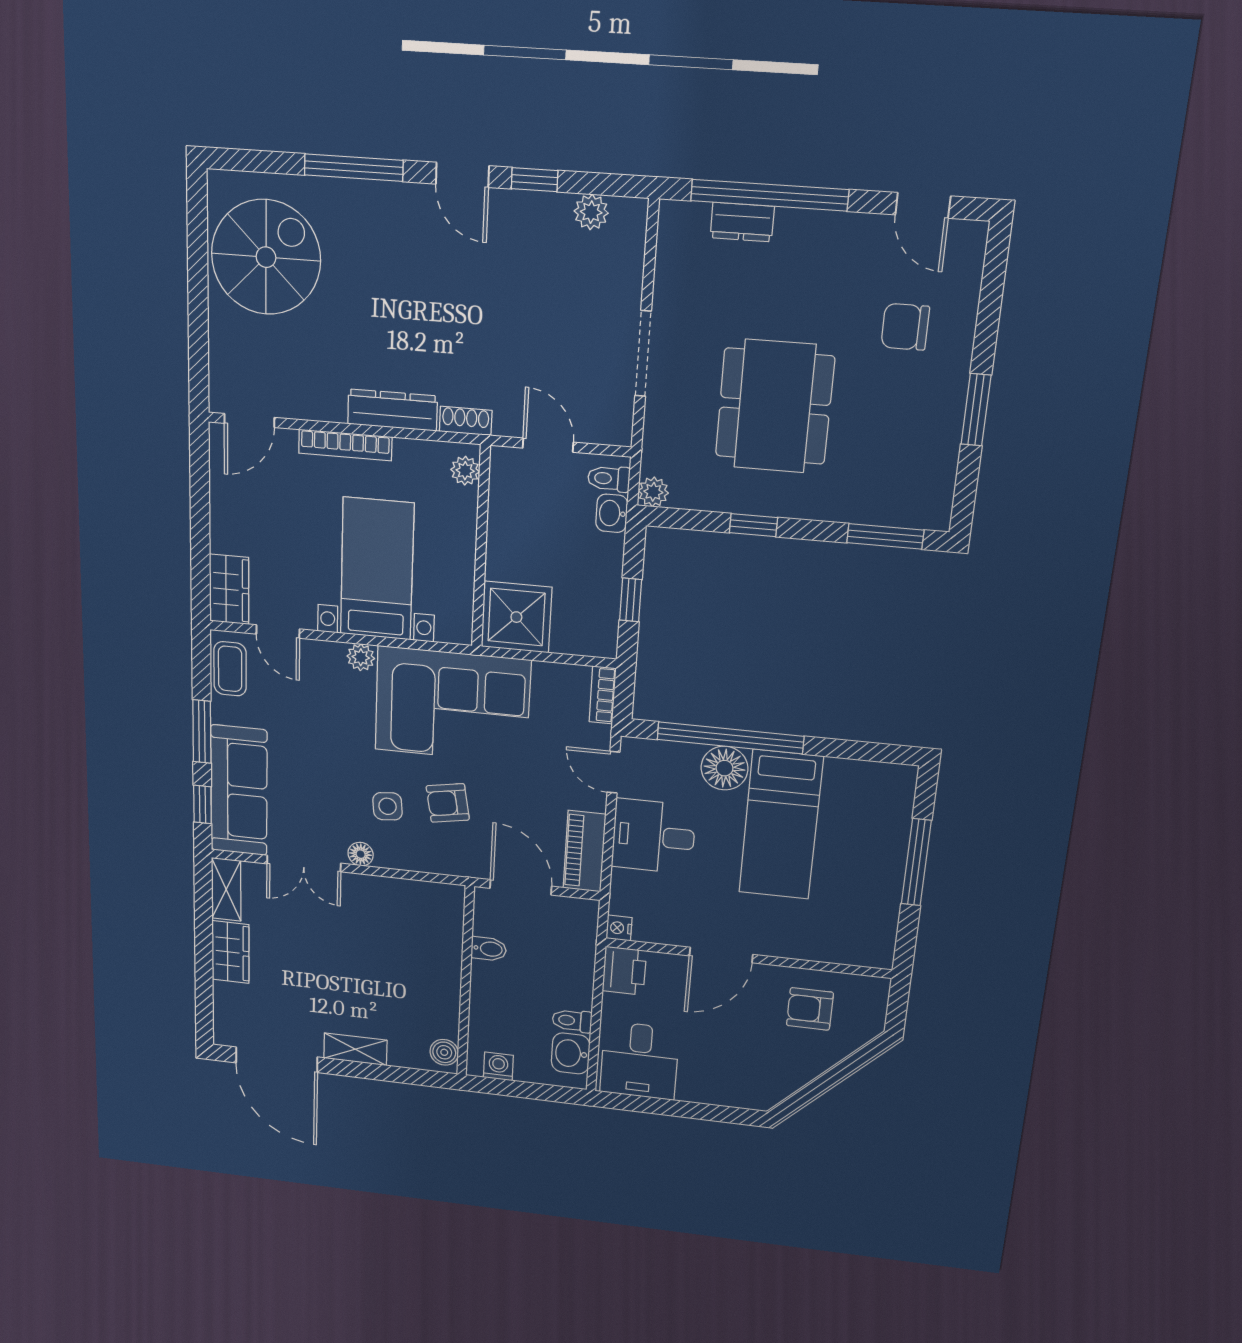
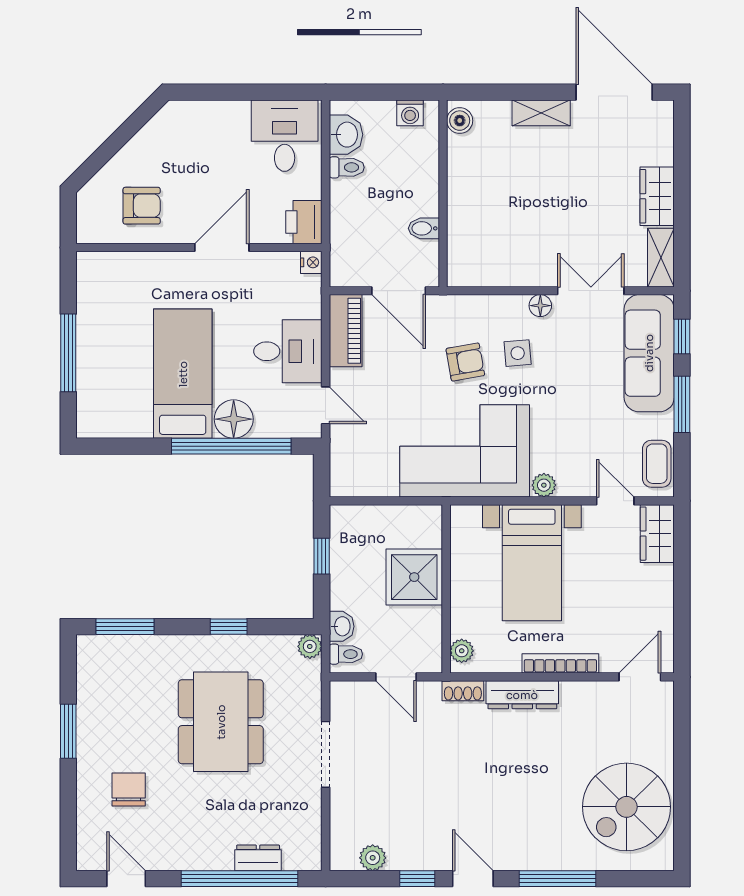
chair: (905, 327) -> (129, 789), turned -90
shower: (516, 617) -> (414, 577), moved
bookcase: (603, 695) -> (339, 473), removed

